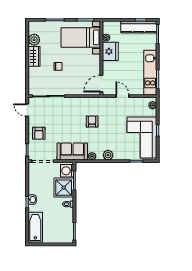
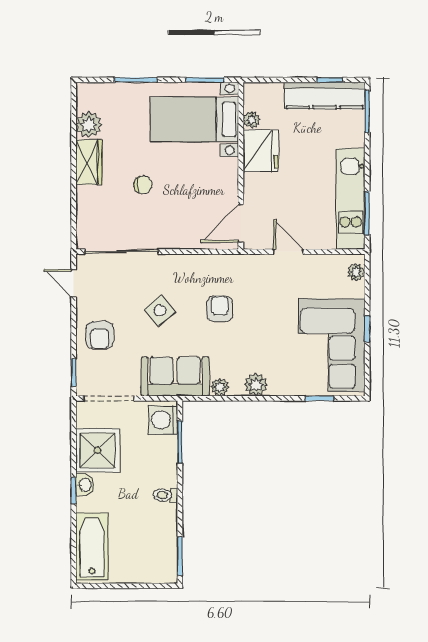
side table: (65, 122) -> (160, 311), added
shower: (64, 188) -> (98, 450), moved

